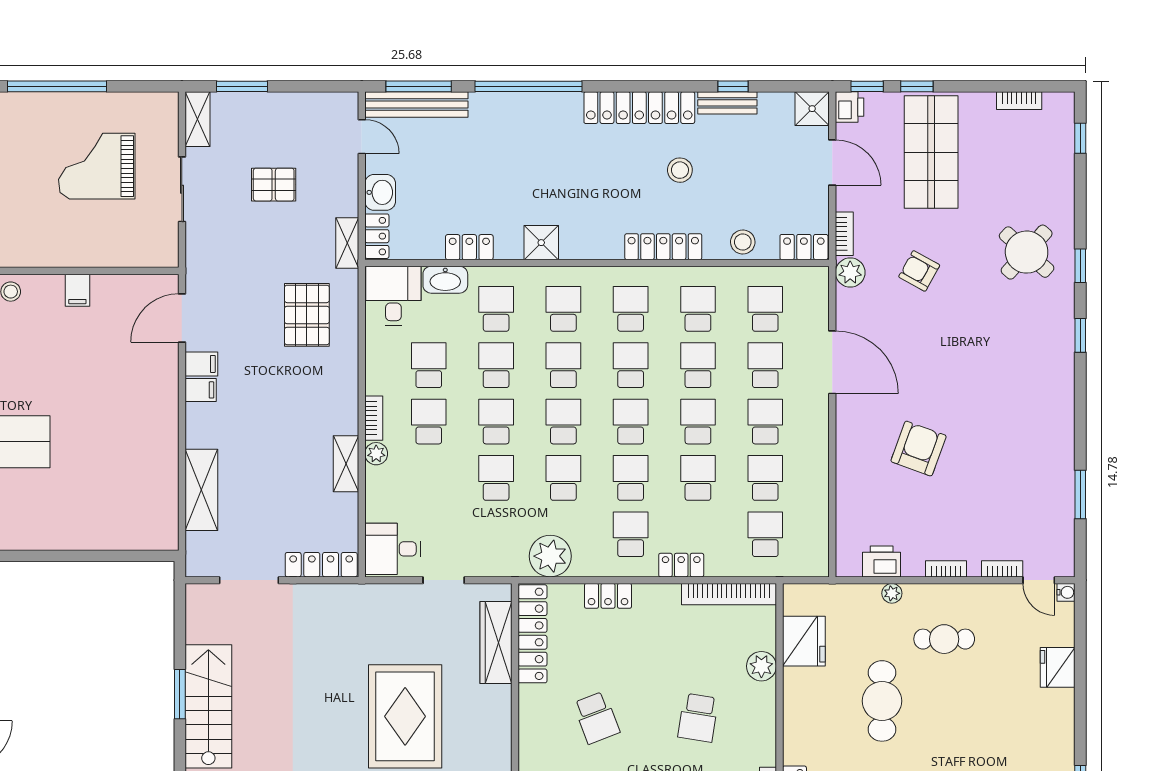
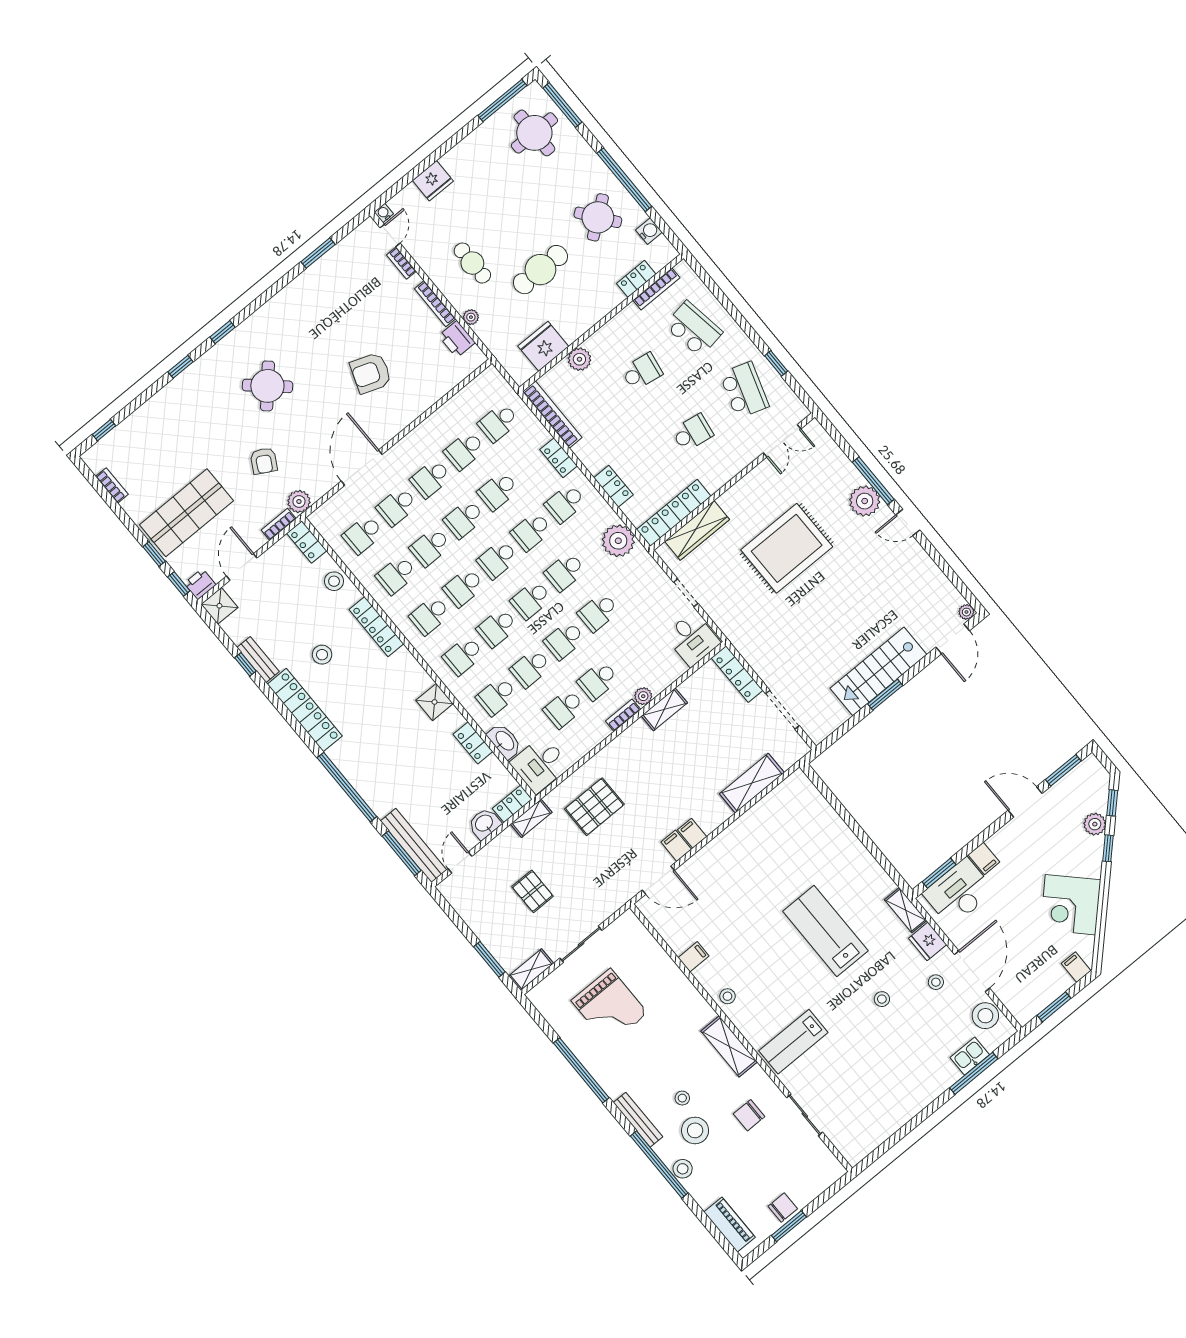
round table: (1027, 252) -> (267, 386), moved
bookcase: (946, 569) -> (435, 304), width x1.56
school desk: (596, 718) -> (692, 433), turned 30

